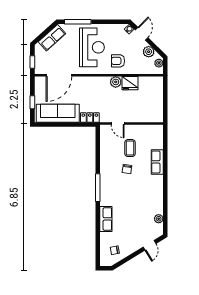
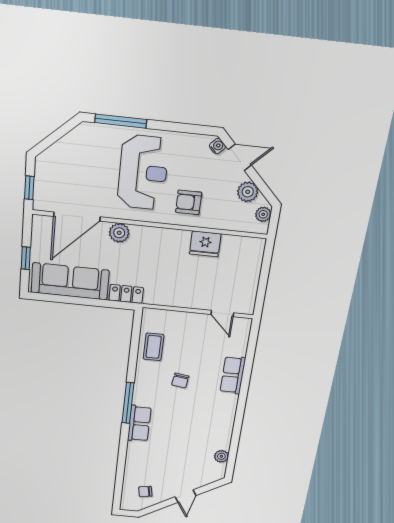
door: (142, 34) -> (240, 157), hinge flipped
row of seats: (52, 38) -> (69, 146), removed
plant: (116, 82) -> (119, 233), moved
door: (118, 124) -> (222, 314), moved
coffee table: (130, 148) -> (153, 347), moved
row of seats: (106, 219) -> (139, 424), moved
door: (150, 245) -> (185, 496), moved

